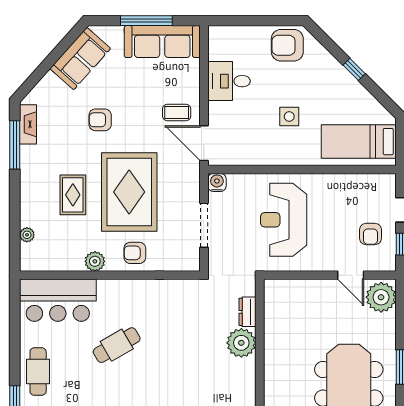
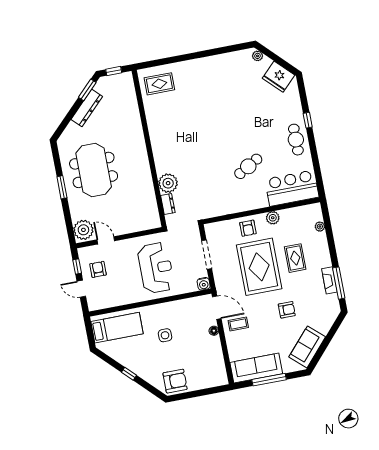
desk: (229, 81) -> (208, 351), removed
floor lamp: (215, 109) -> (214, 331), added
fireplace: (28, 124) -> (329, 280), moved
armchair: (135, 253) -> (248, 228), turned 90

